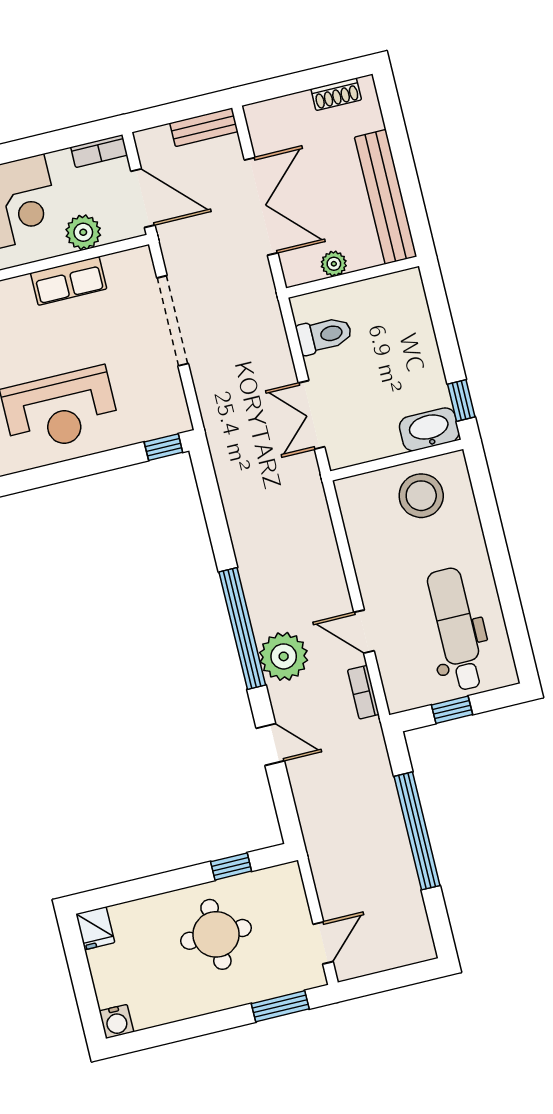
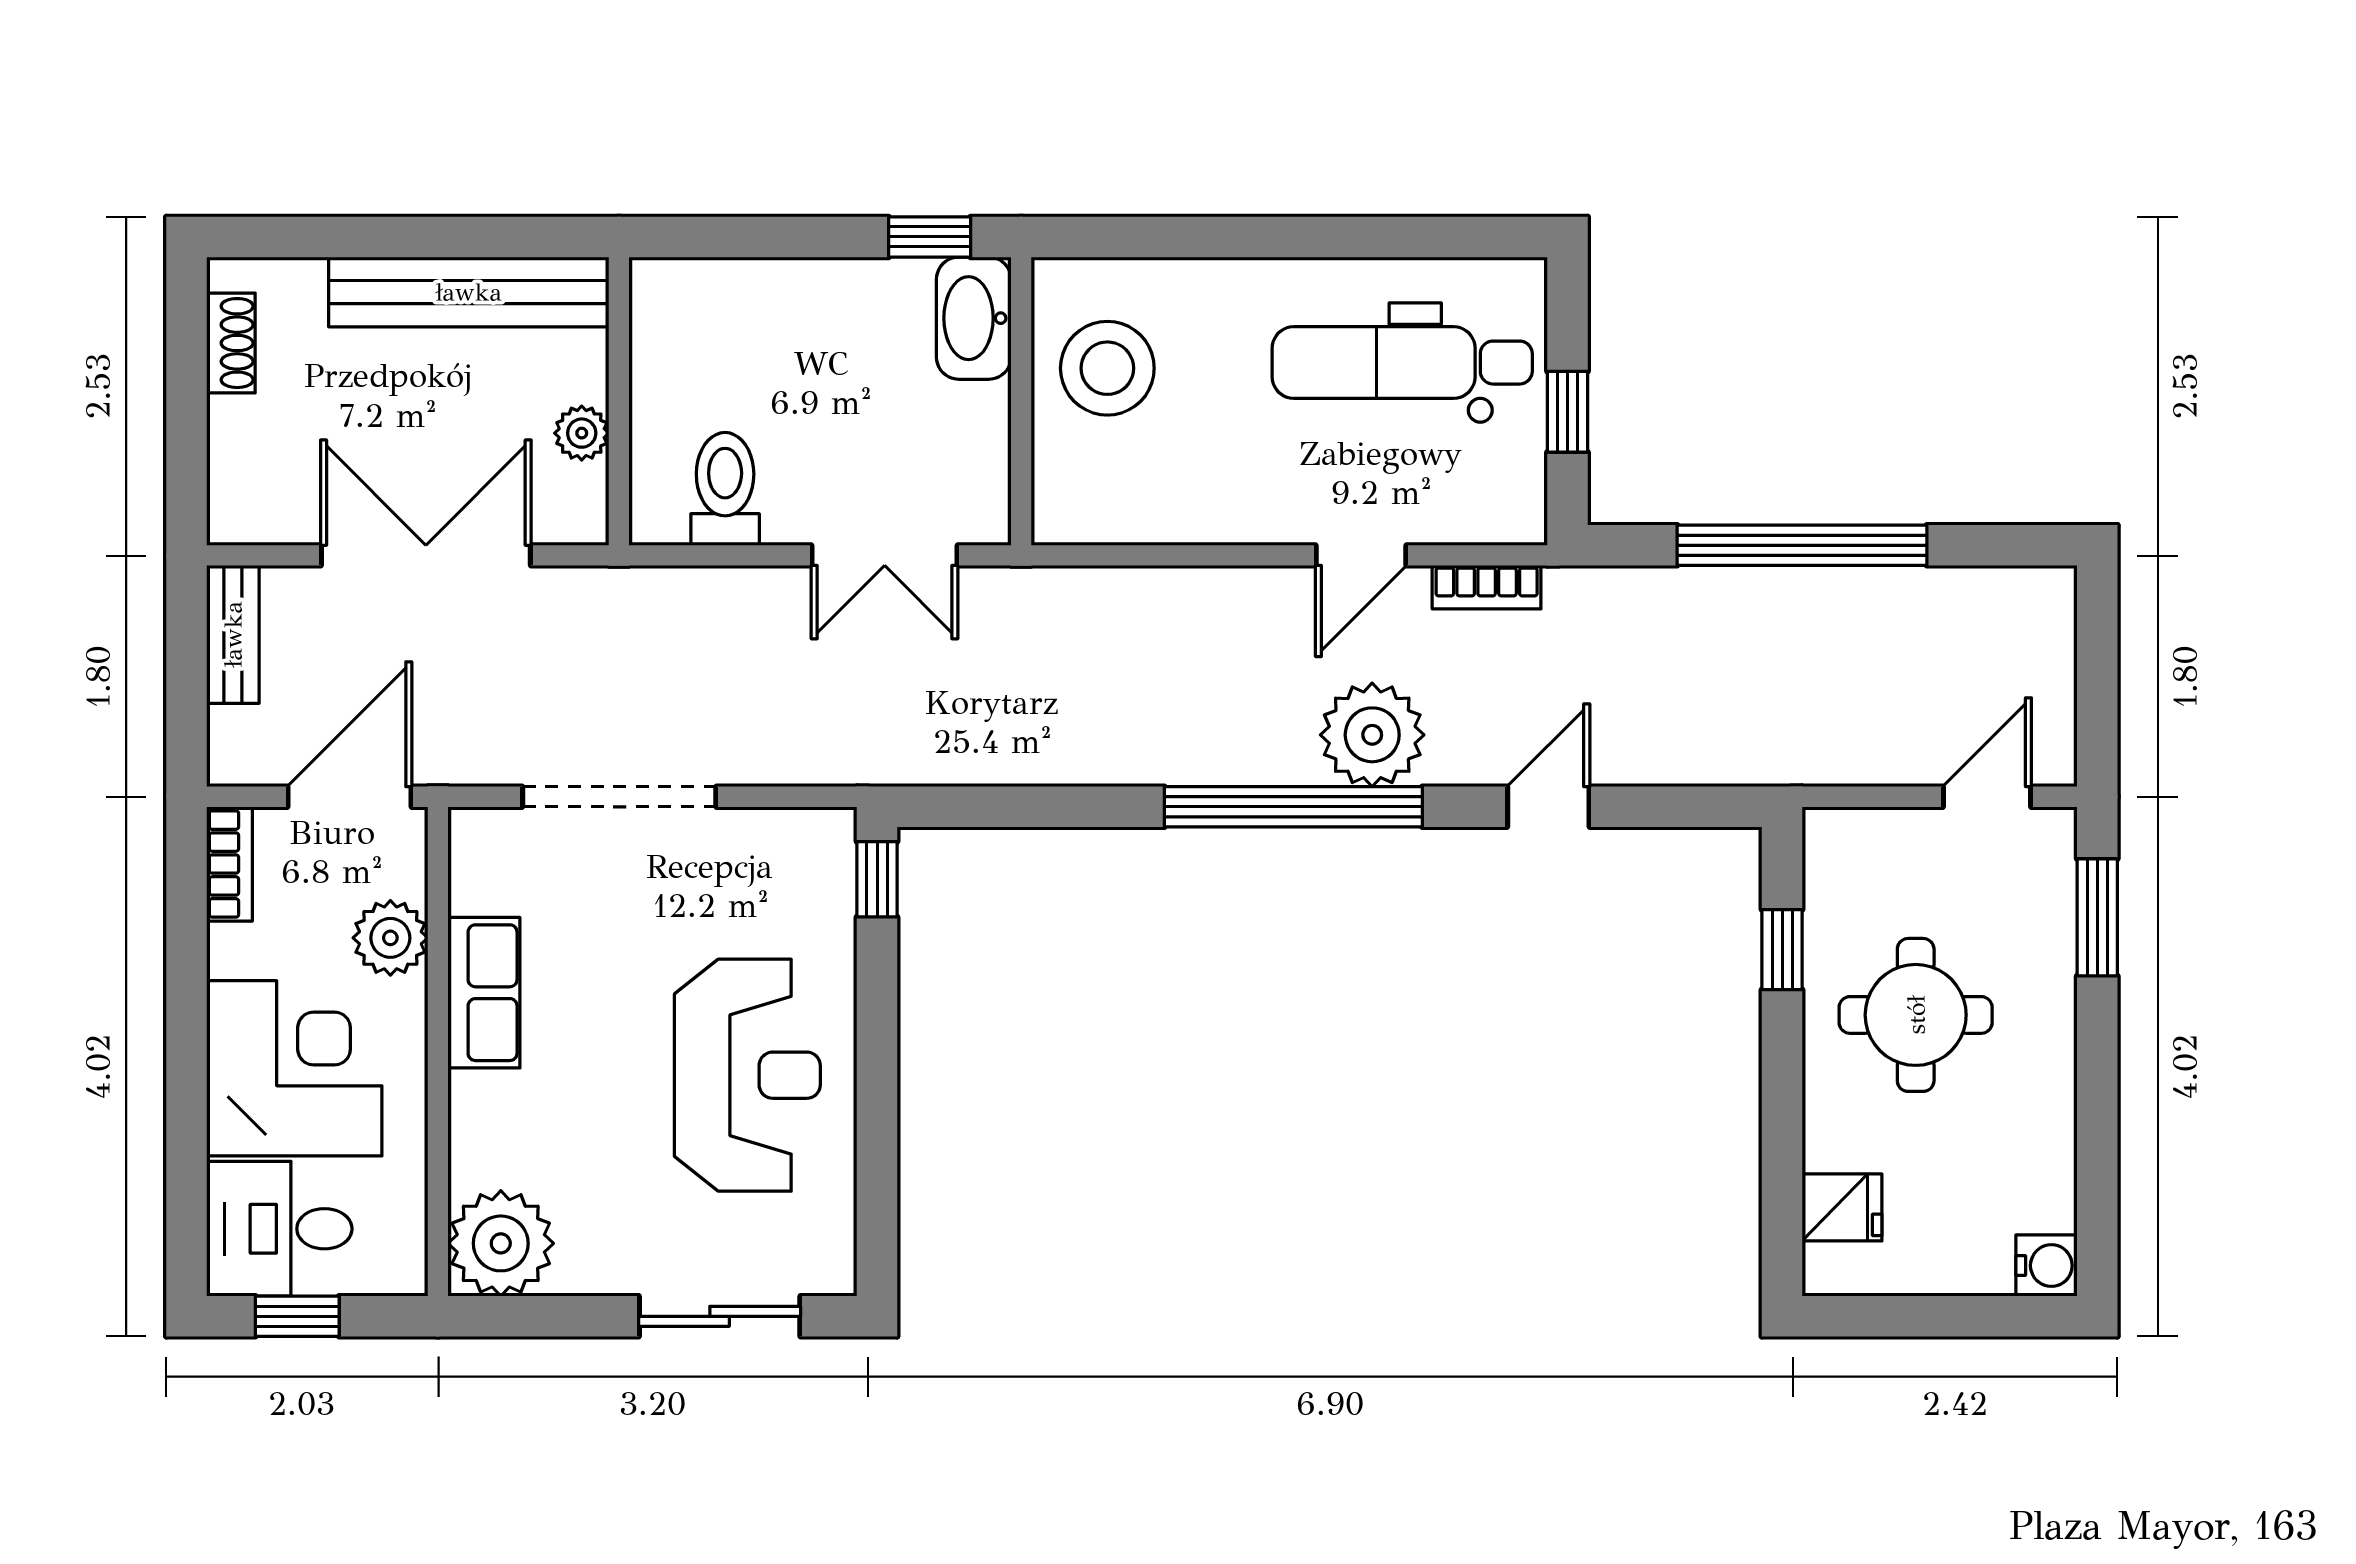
fridge: (95, 928) -> (1842, 1207), moved
door: (323, 943) -> (1987, 797), hinge flipped

